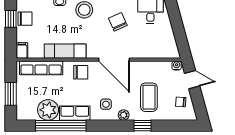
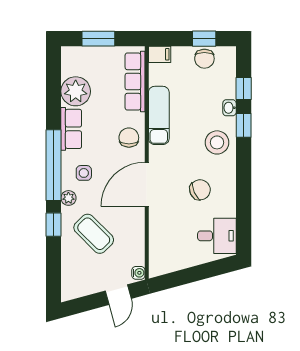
chair: (81, 72) -> (129, 138), turned 180
coffee table: (149, 97) -> (94, 234), turned 45
chair: (181, 102) -> (87, 279), removed
window: (61, 126) -> (54, 165), moved

